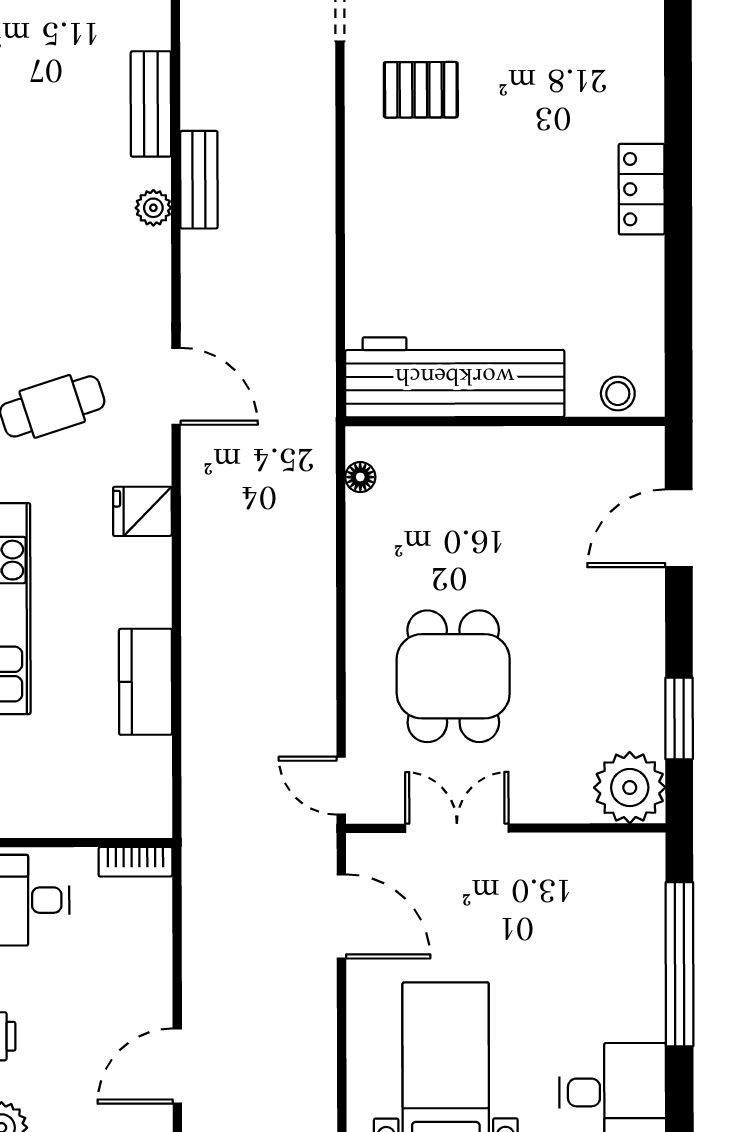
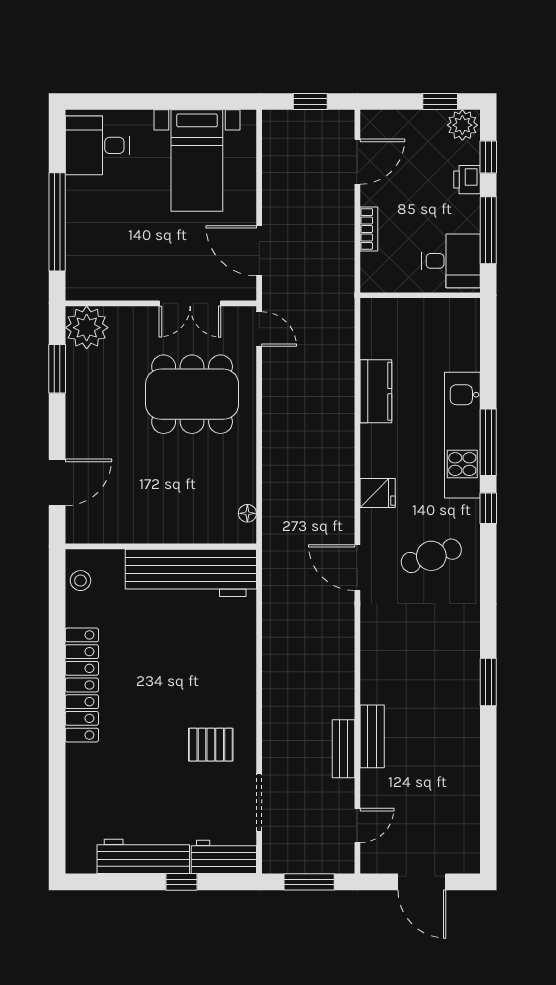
bench: (199, 180) -> (343, 749), moved
locker: (642, 189) -> (82, 685), width x2.16, depth x1.21
plant: (153, 208) -> (371, 674), removed
stool: (618, 394) -> (80, 581), moved
dining table: (453, 676) -> (192, 394), width x1.38
bookcase: (135, 862) -> (369, 229), moved, turned 90

